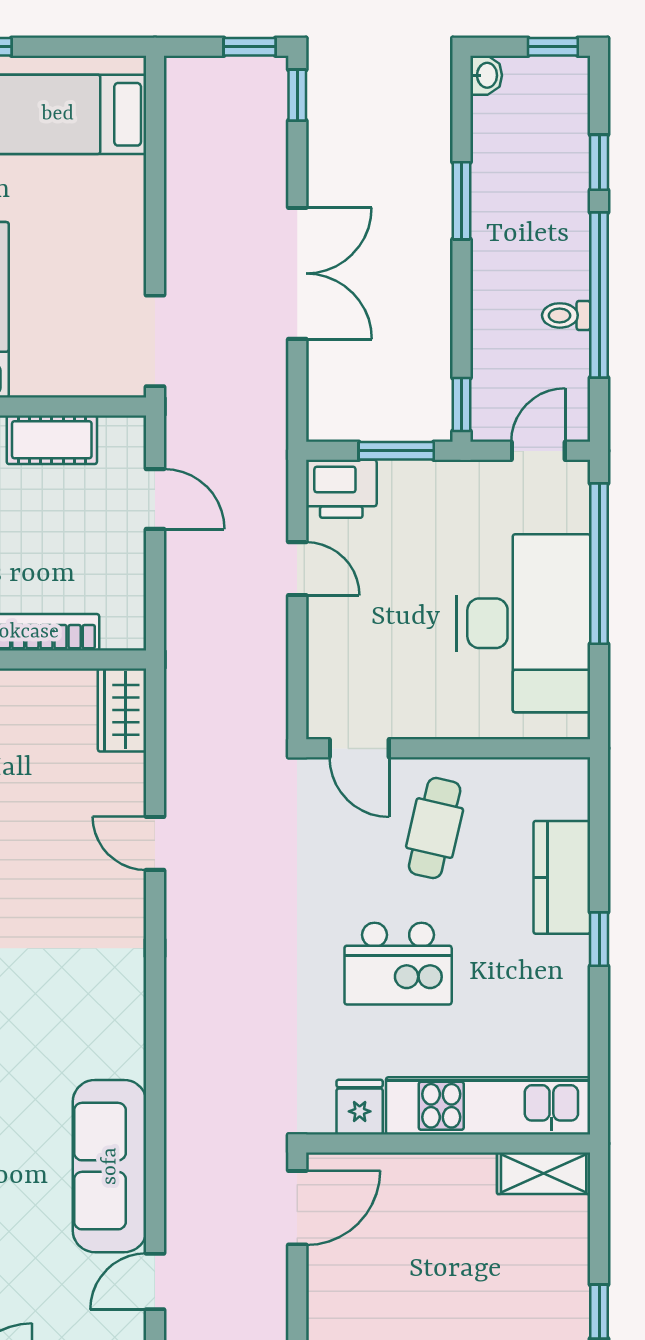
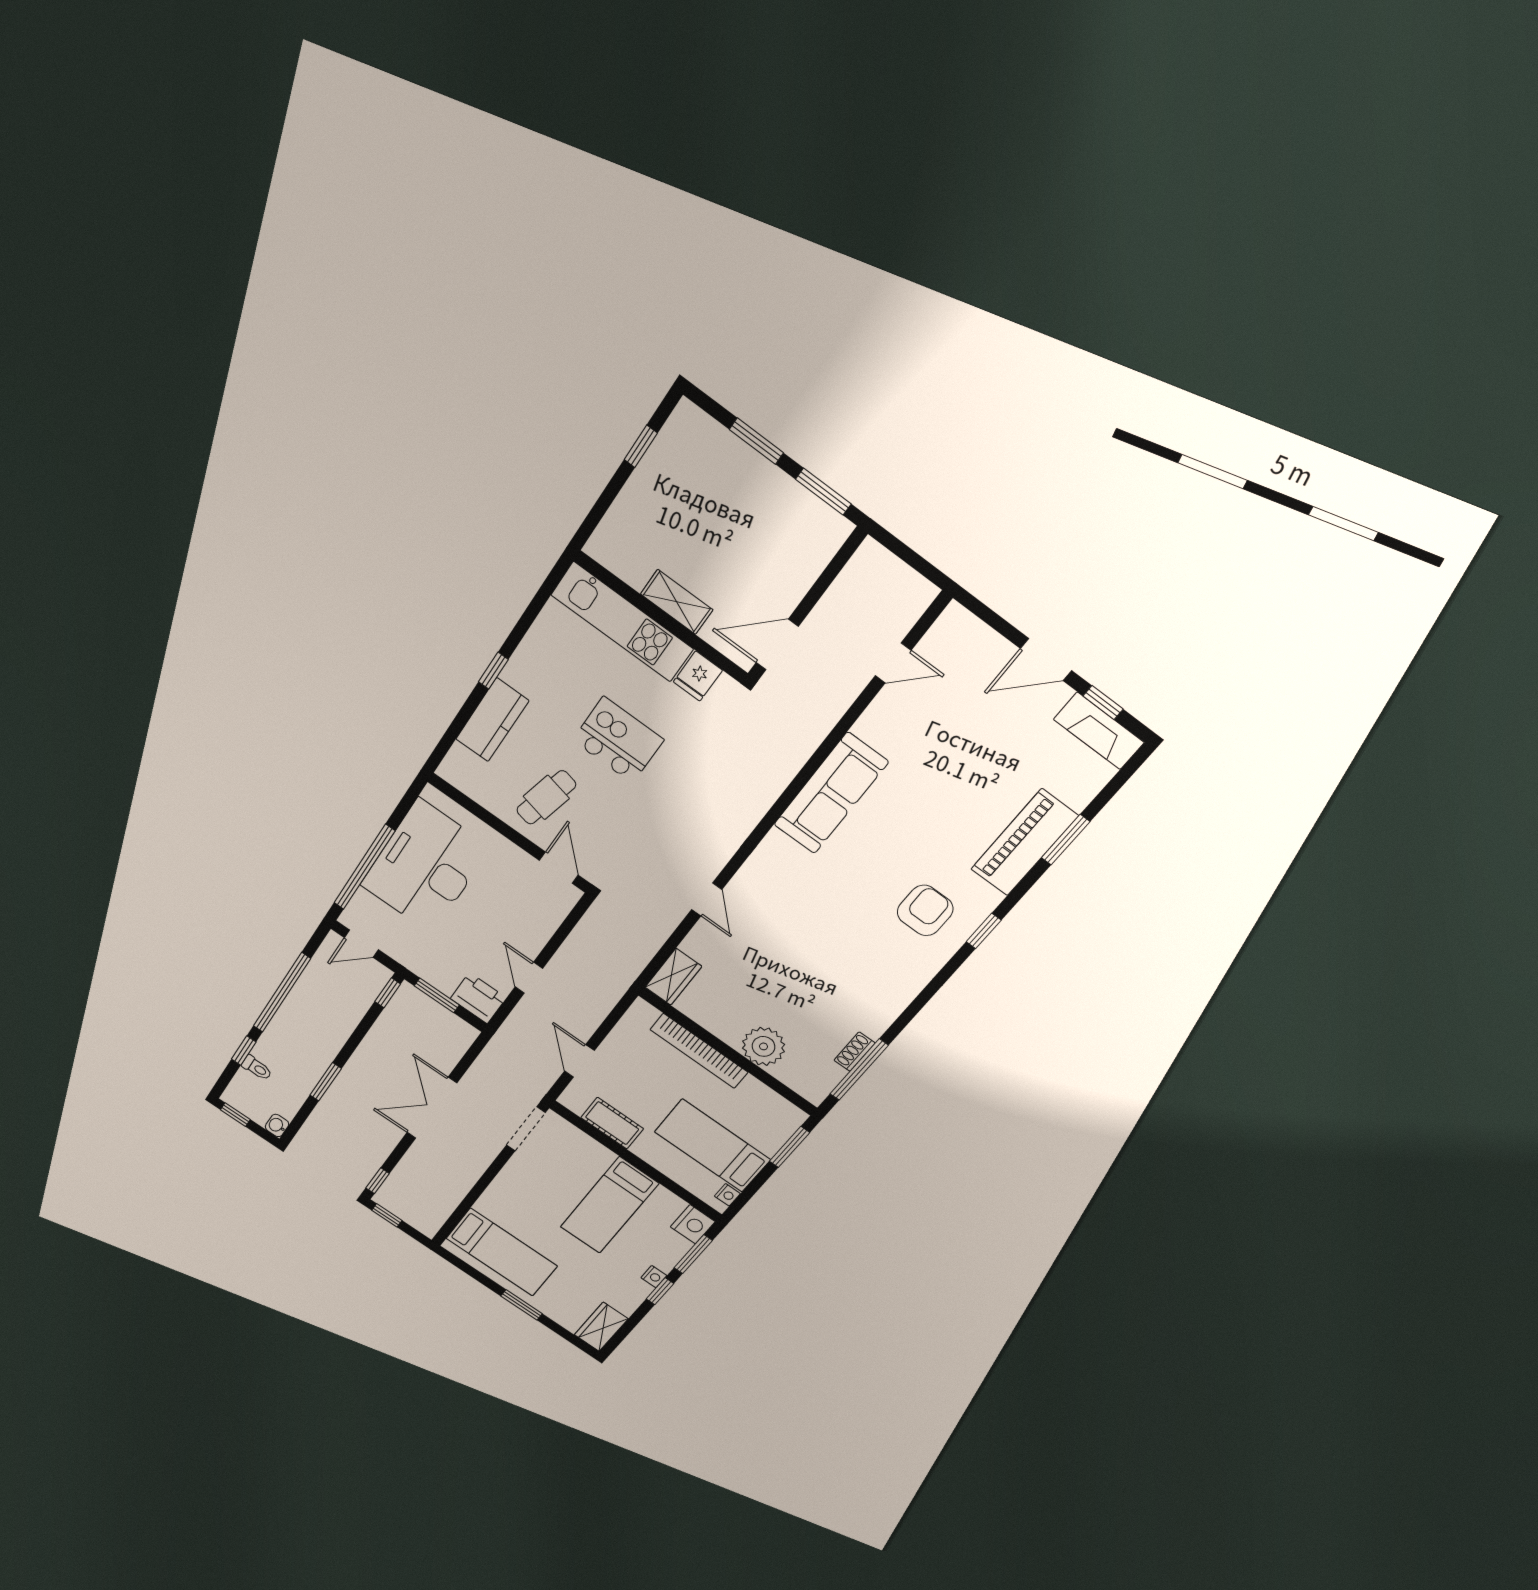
toilet: (566, 315) -> (257, 1068), moved
sofa: (110, 1166) -> (831, 793), moved
shelving: (544, 1173) -> (677, 602), moved

